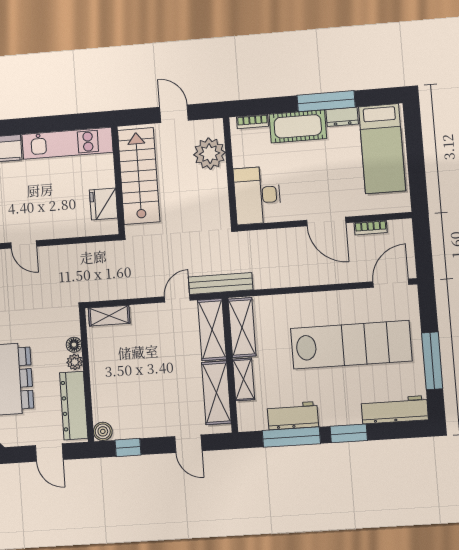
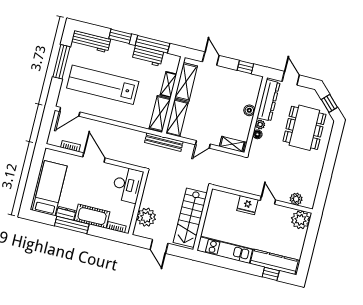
fridge: (104, 204) -> (247, 205), moved, turned 90
door: (177, 299) -> (203, 144), moved
boiler: (103, 431) -> (249, 110), moved

